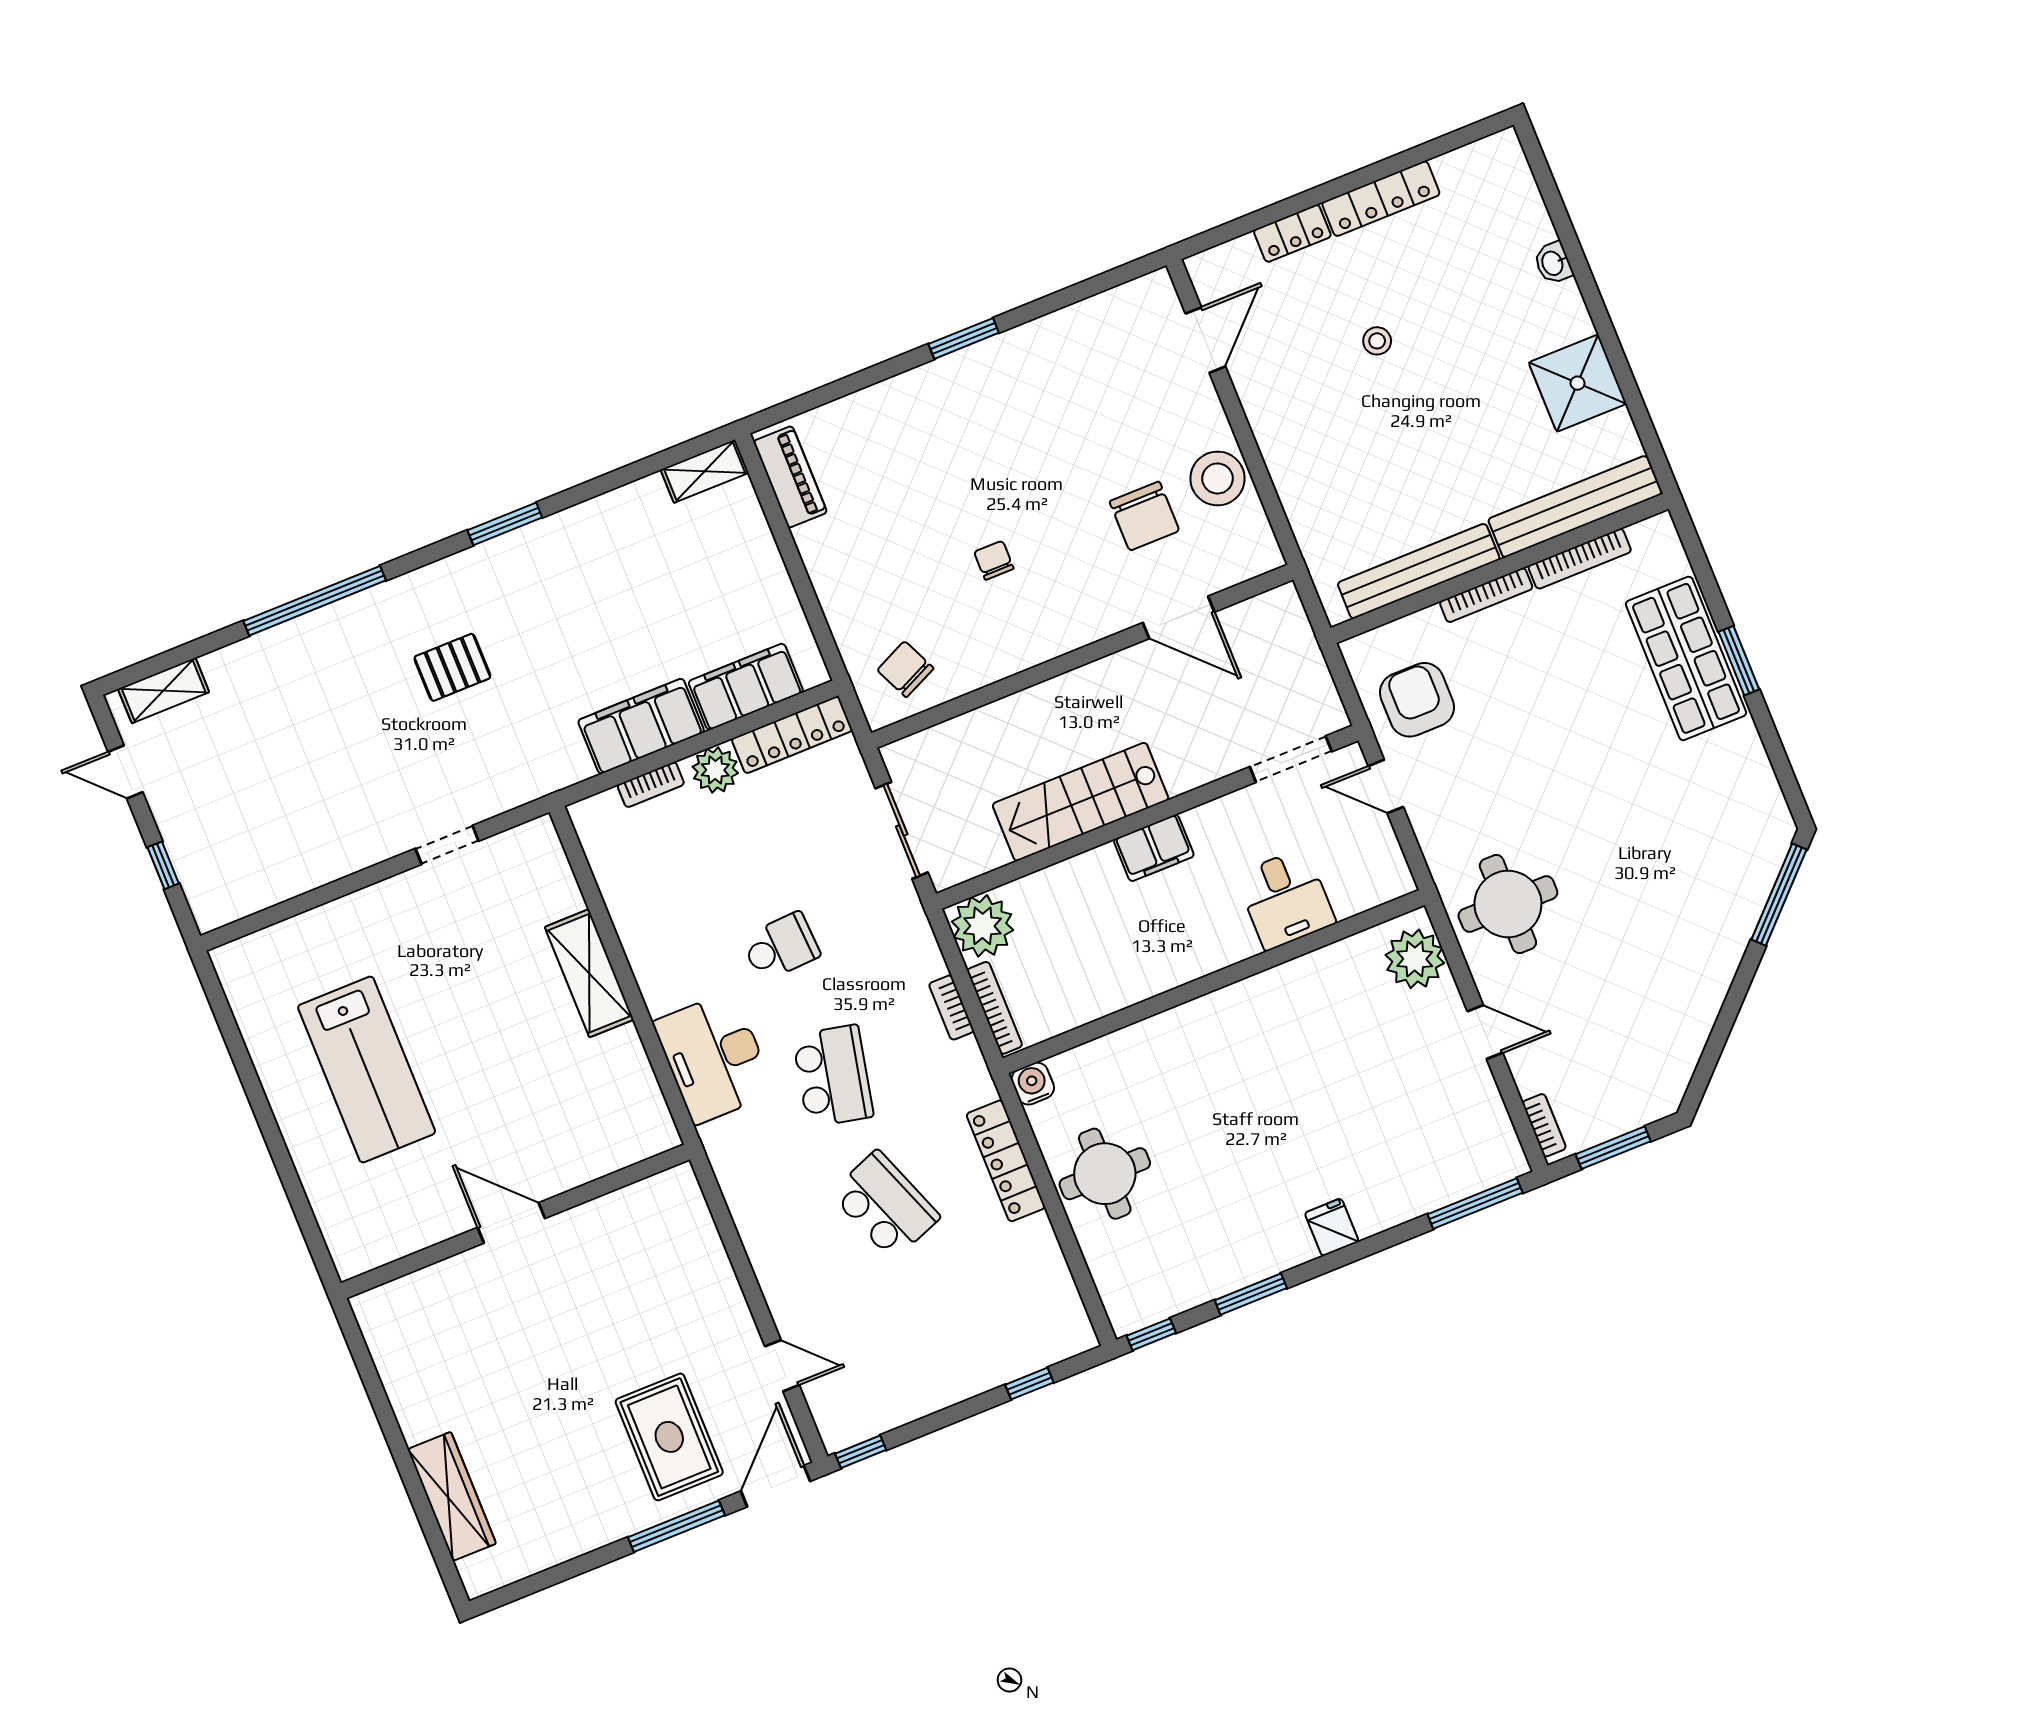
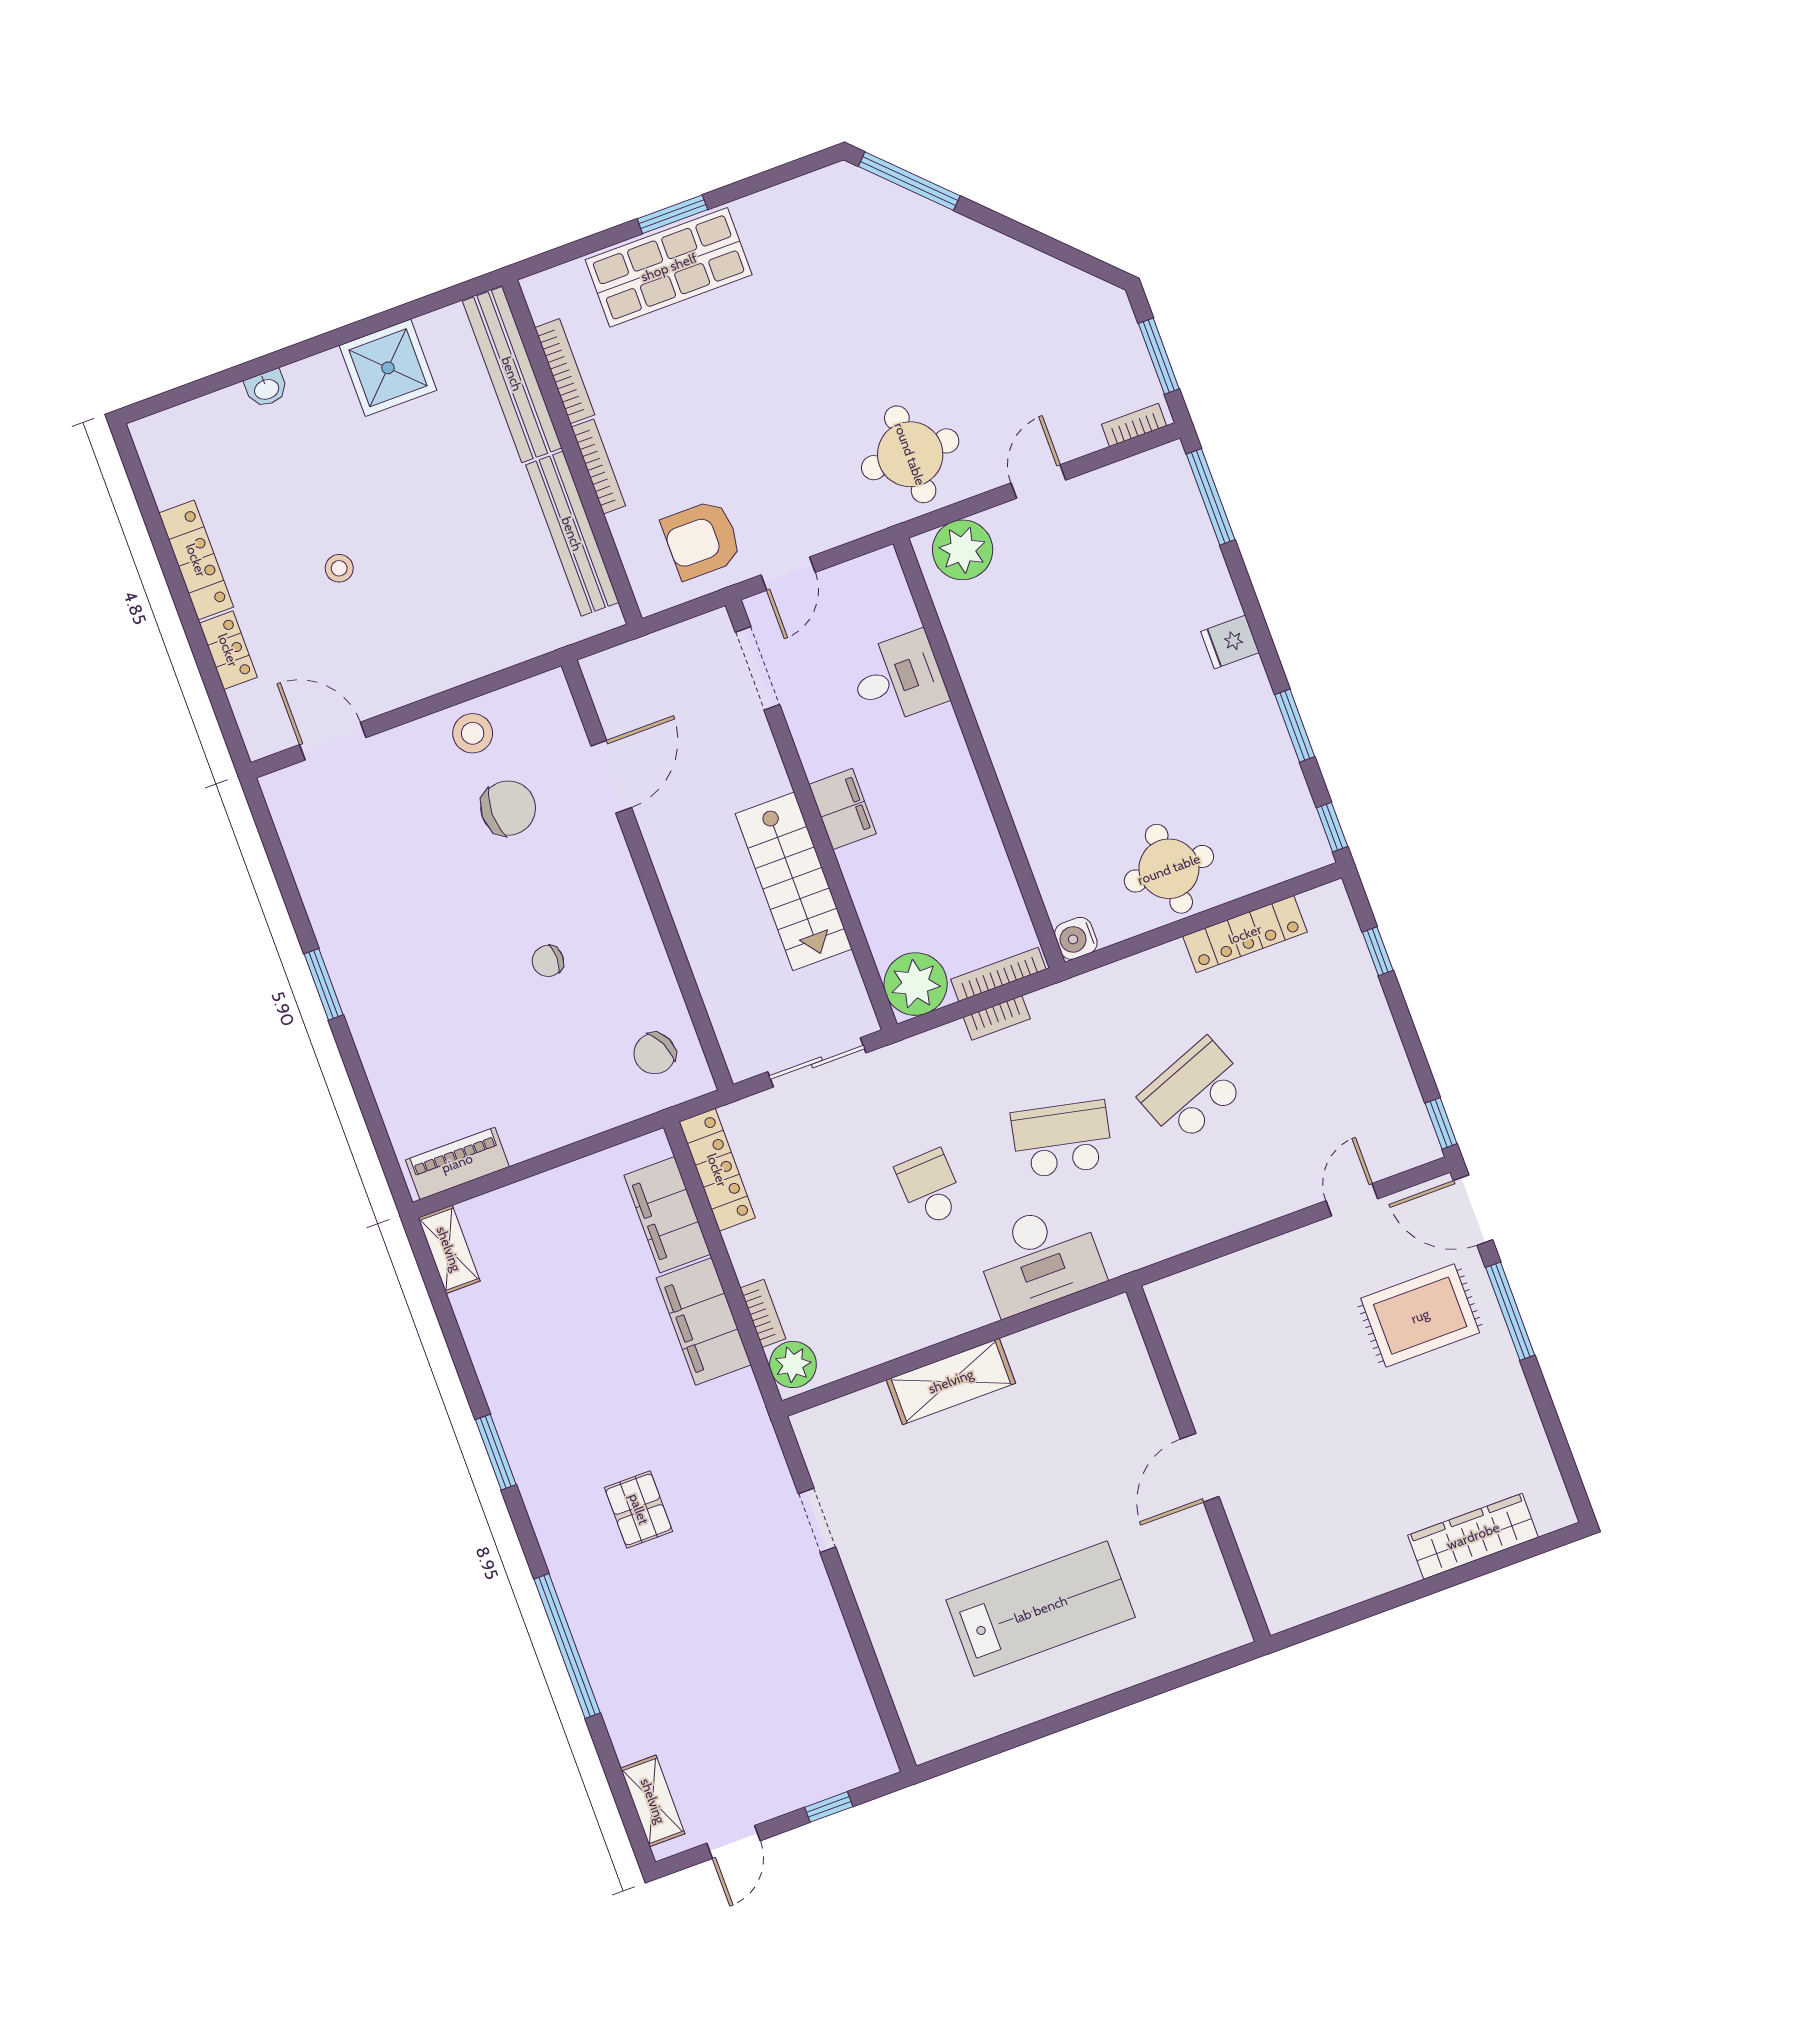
stool: (1217, 478) -> (473, 733), width x0.73, depth x0.73
plant: (715, 770) -> (793, 1364), moved
locker: (1006, 1161) -> (1245, 934), moved

